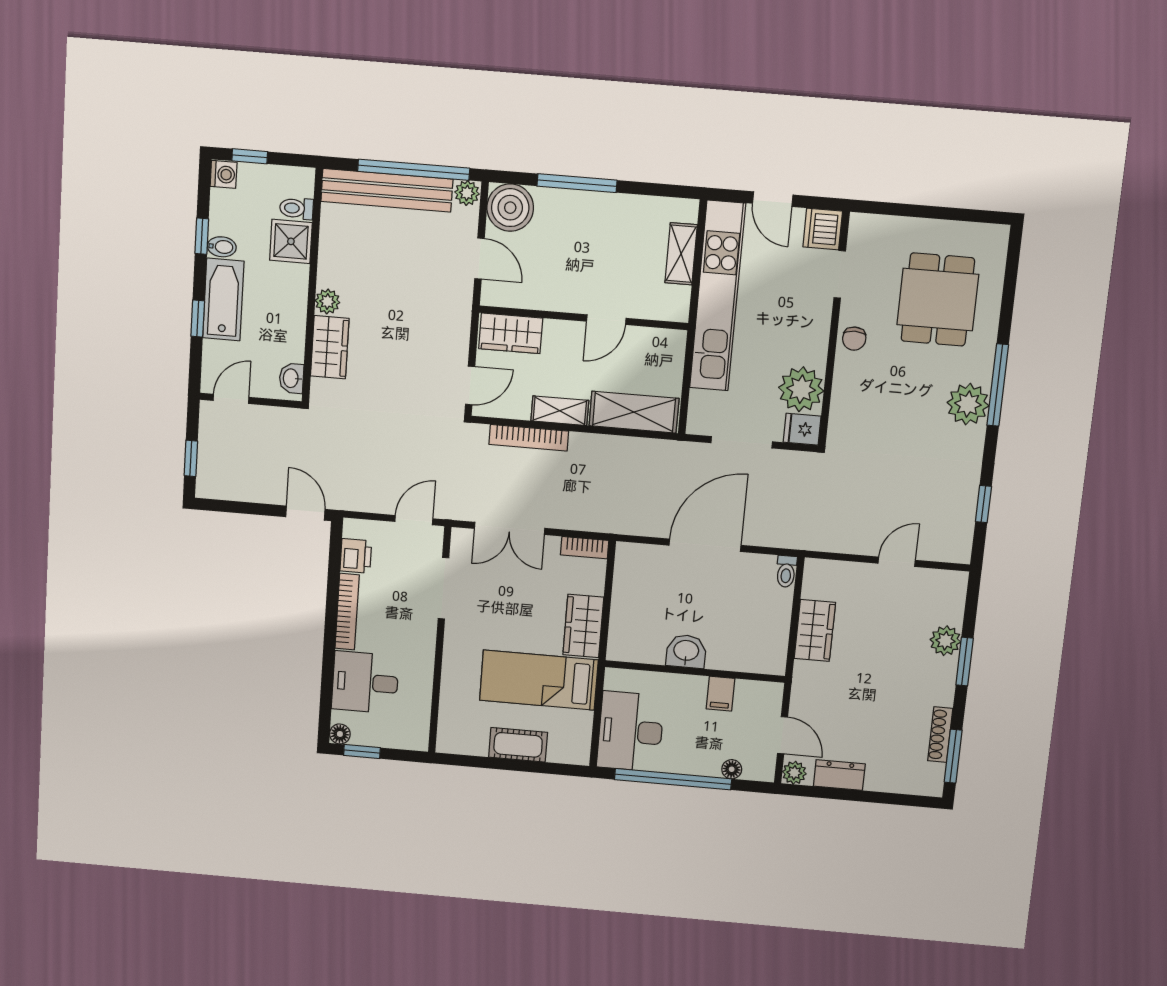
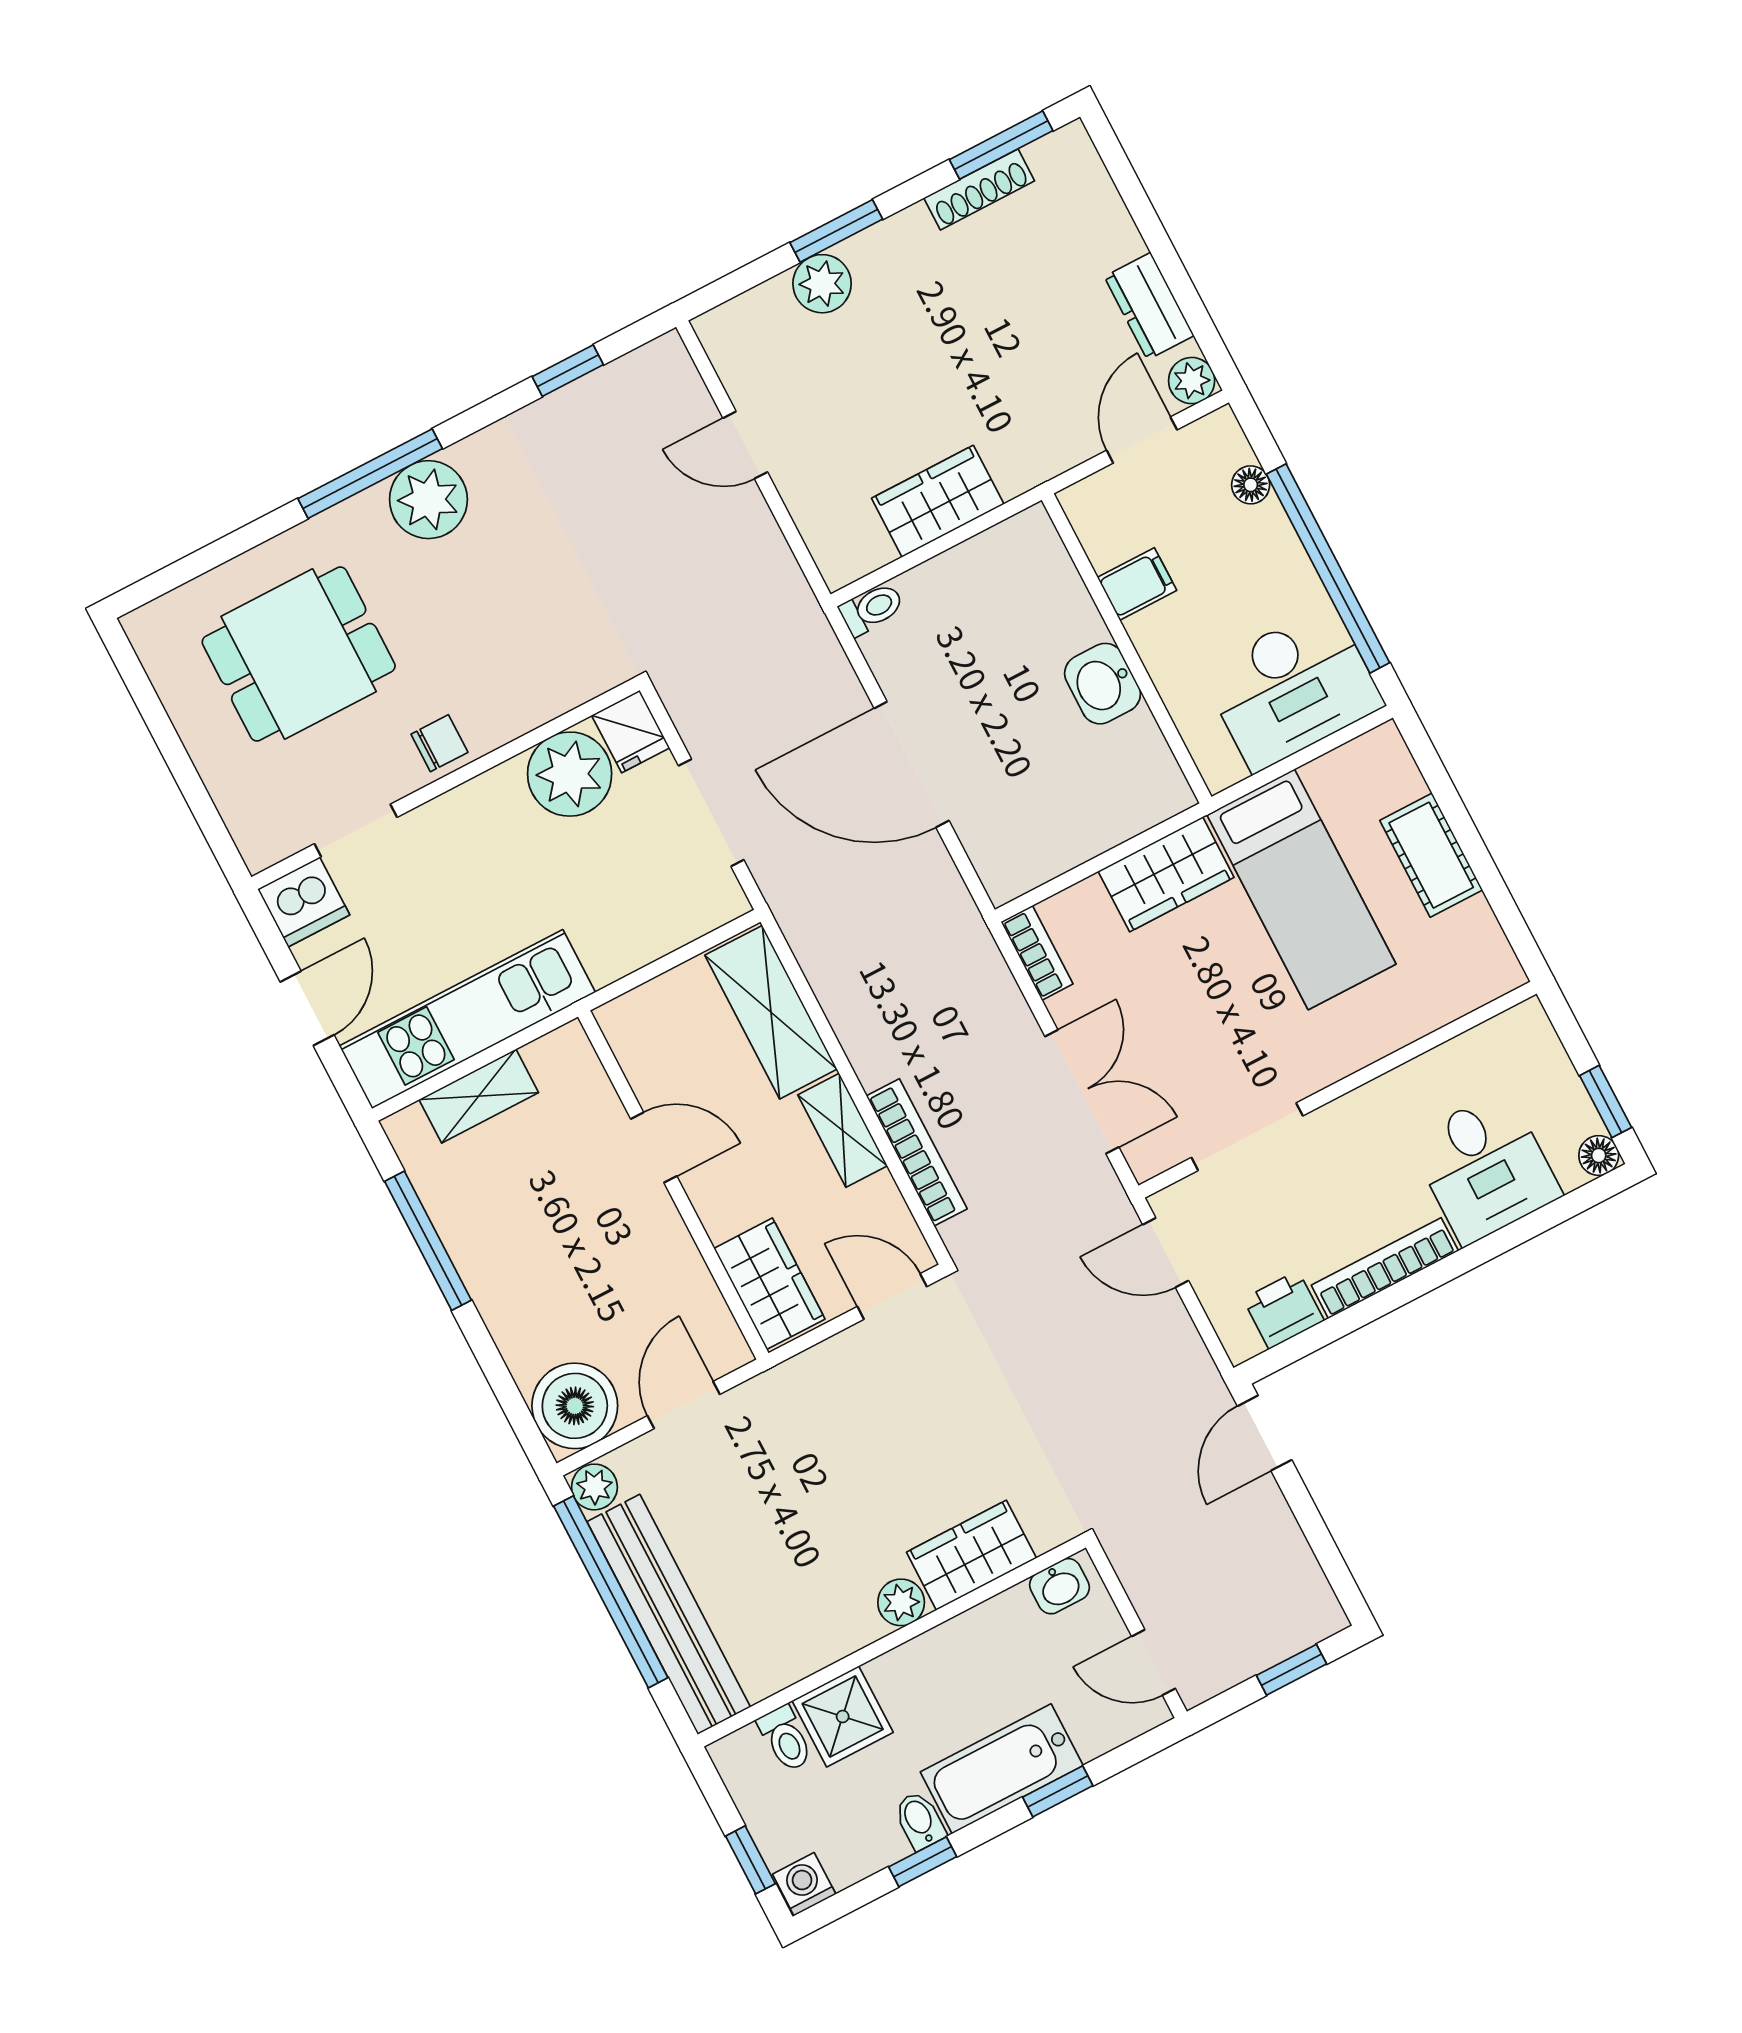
window: (577, 183) -> (428, 1241), moved
kitchen unit: (717, 296) -> (467, 1019), width x0.73

